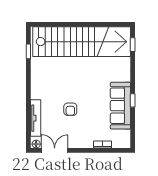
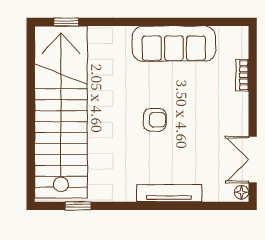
window: (133, 100) -> (165, 22), removed
armchair: (70, 109) -> (155, 120), moved
tv unit: (36, 118) -> (169, 193), moved

